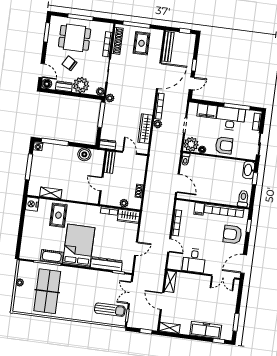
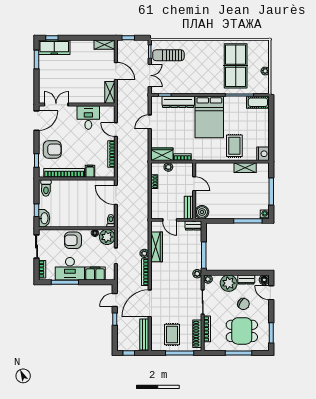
boiler: (84, 154) -> (202, 212), moved
cot: (52, 257) -> (258, 102), moved
freezer: (206, 330) -> (54, 47), moved

